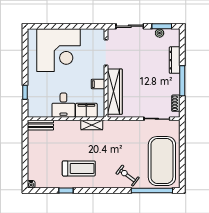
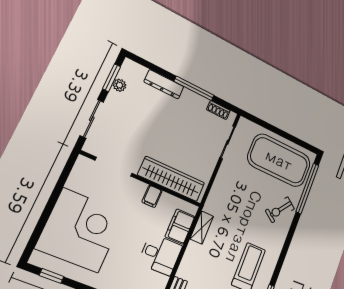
window: (25, 46) -> (51, 276), added

